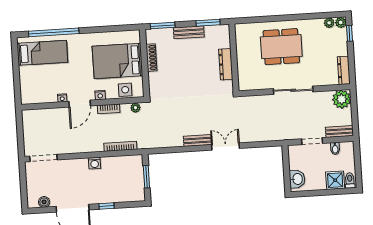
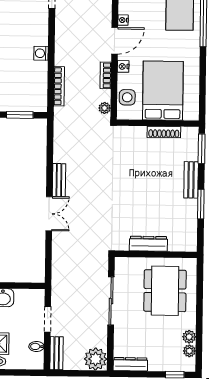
plant: (341, 22) -> (189, 337), moved
wall: (234, 58) -> (156, 254), moved
dresser: (226, 64) -> (148, 244), moved
door: (80, 104) -> (115, 41), swing flipped

